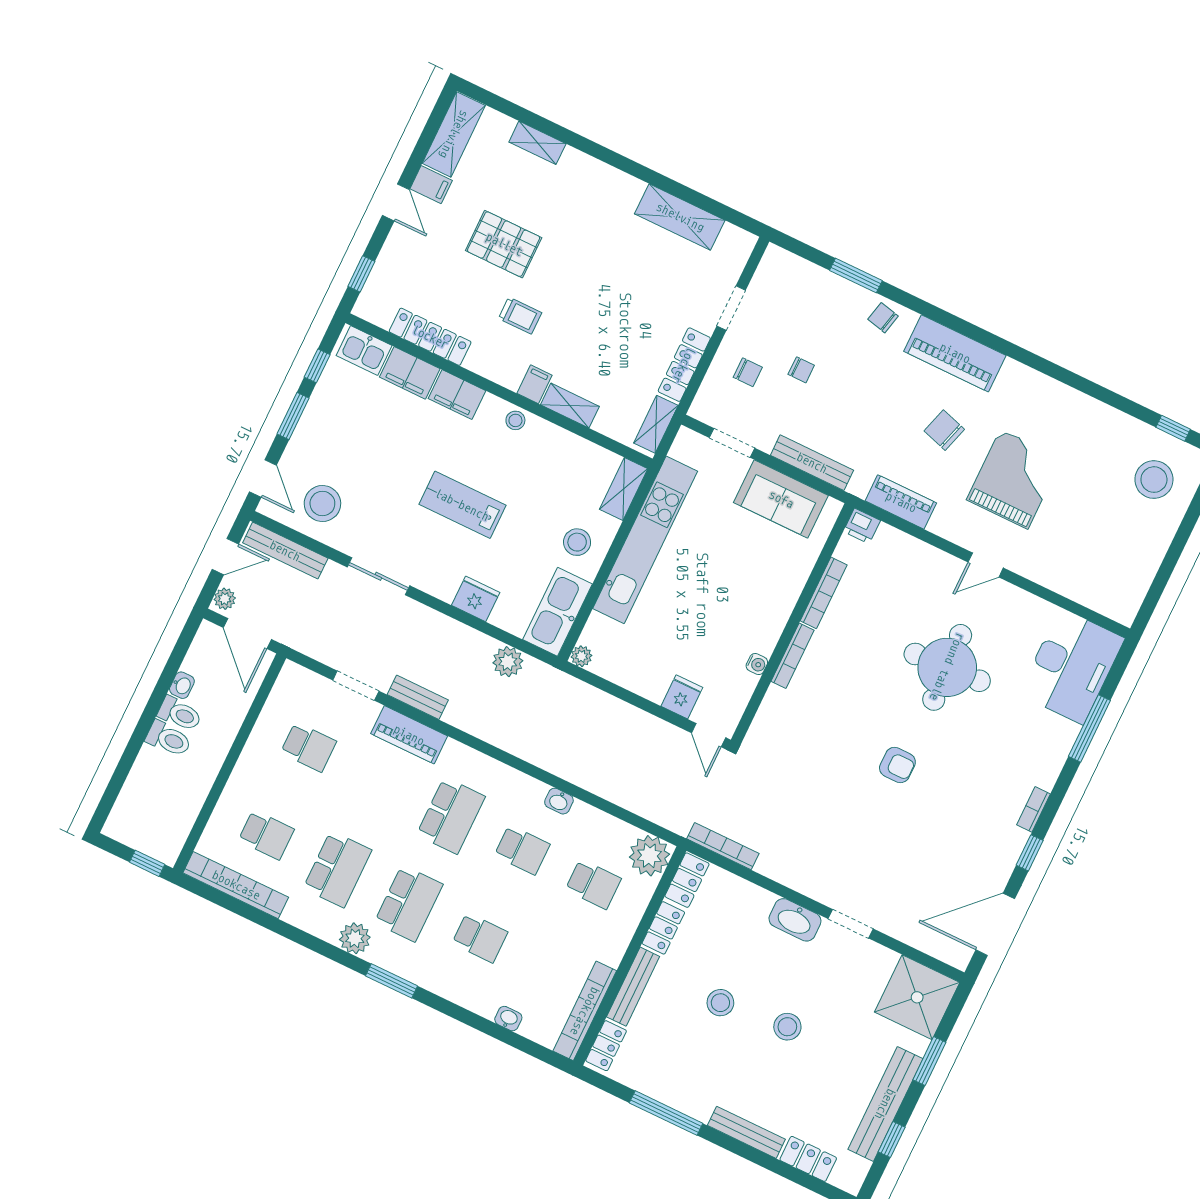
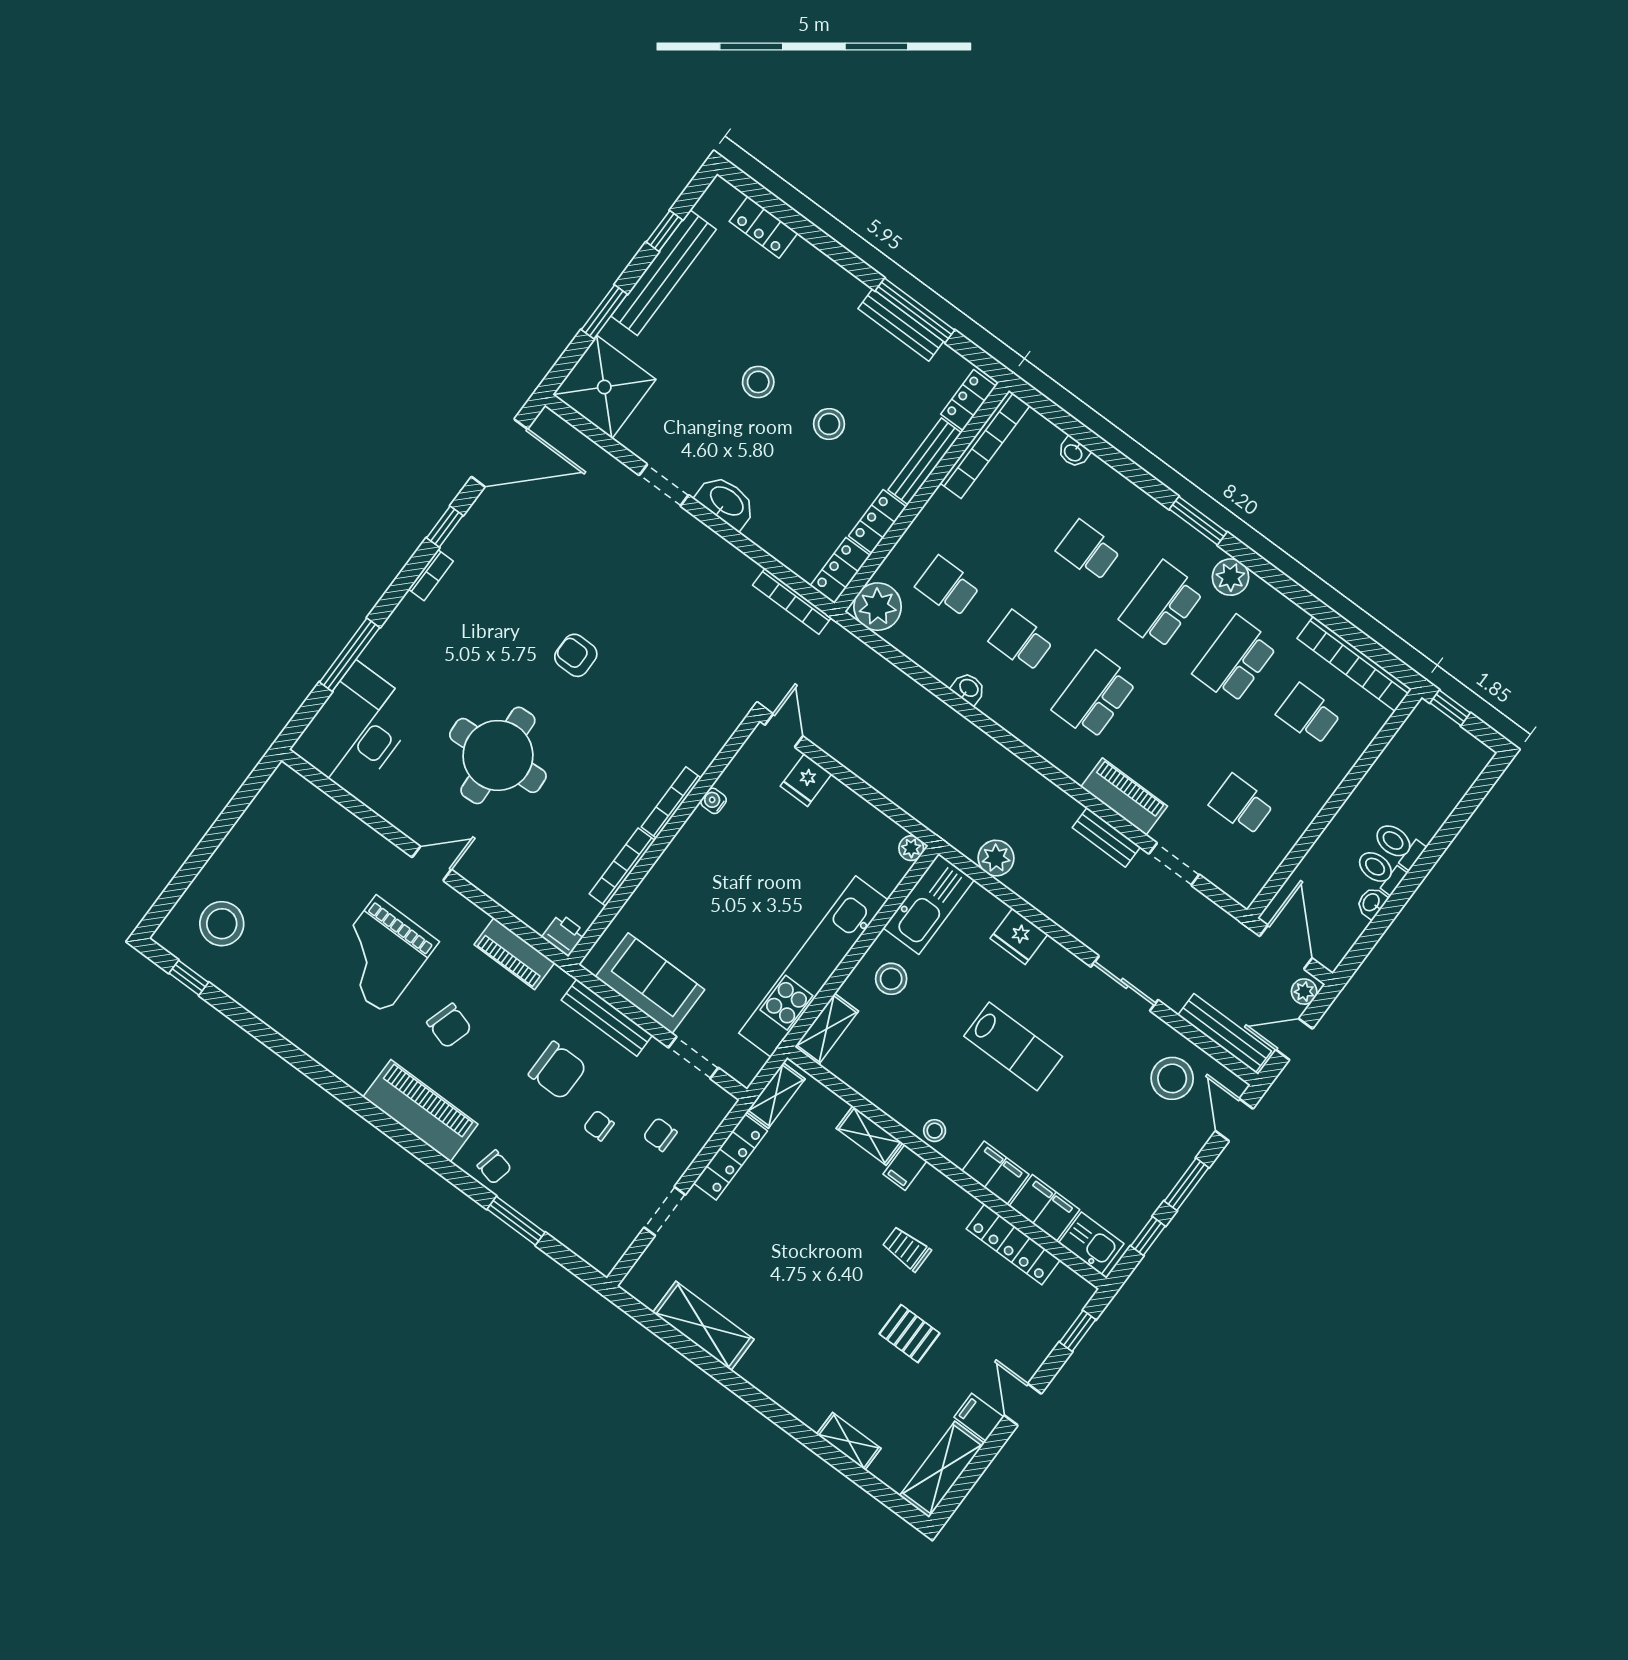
pallet: (504, 244) -> (909, 1334), width x0.67, depth x0.71
chair: (845, 410) -> (558, 1070), added
bench: (746, 1132) -> (901, 325), moved

